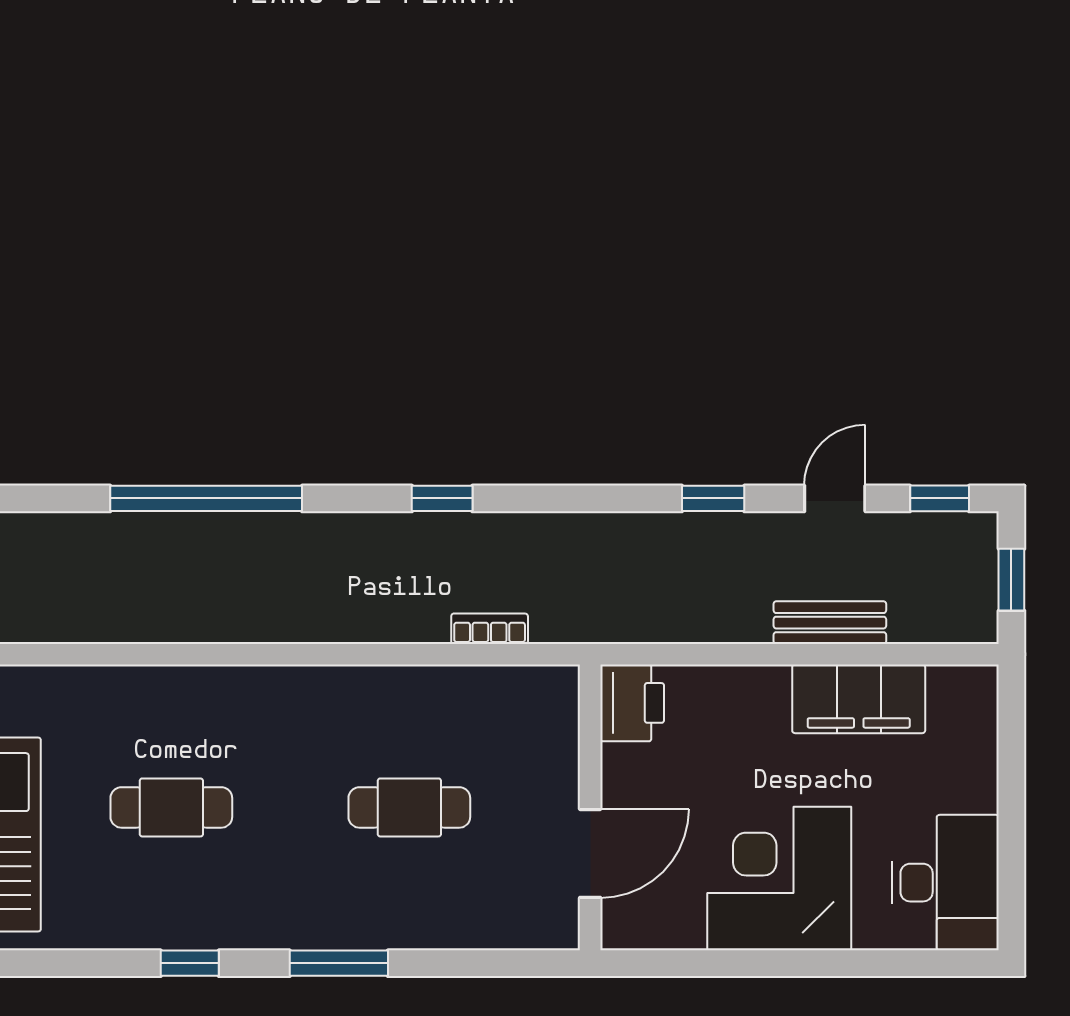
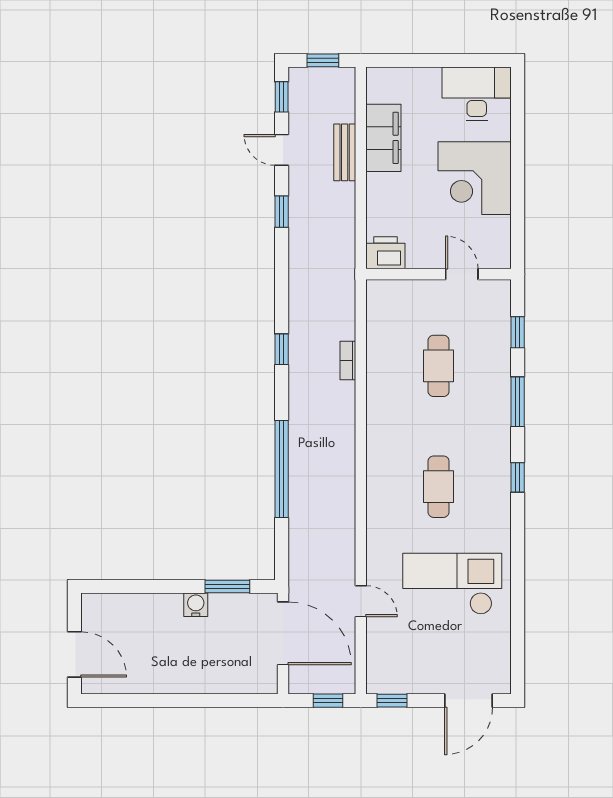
bookcase: (490, 629) -> (348, 361), moved
door: (590, 853) -> (462, 274), width x0.73
window: (476, 963) -> (518, 332), added

